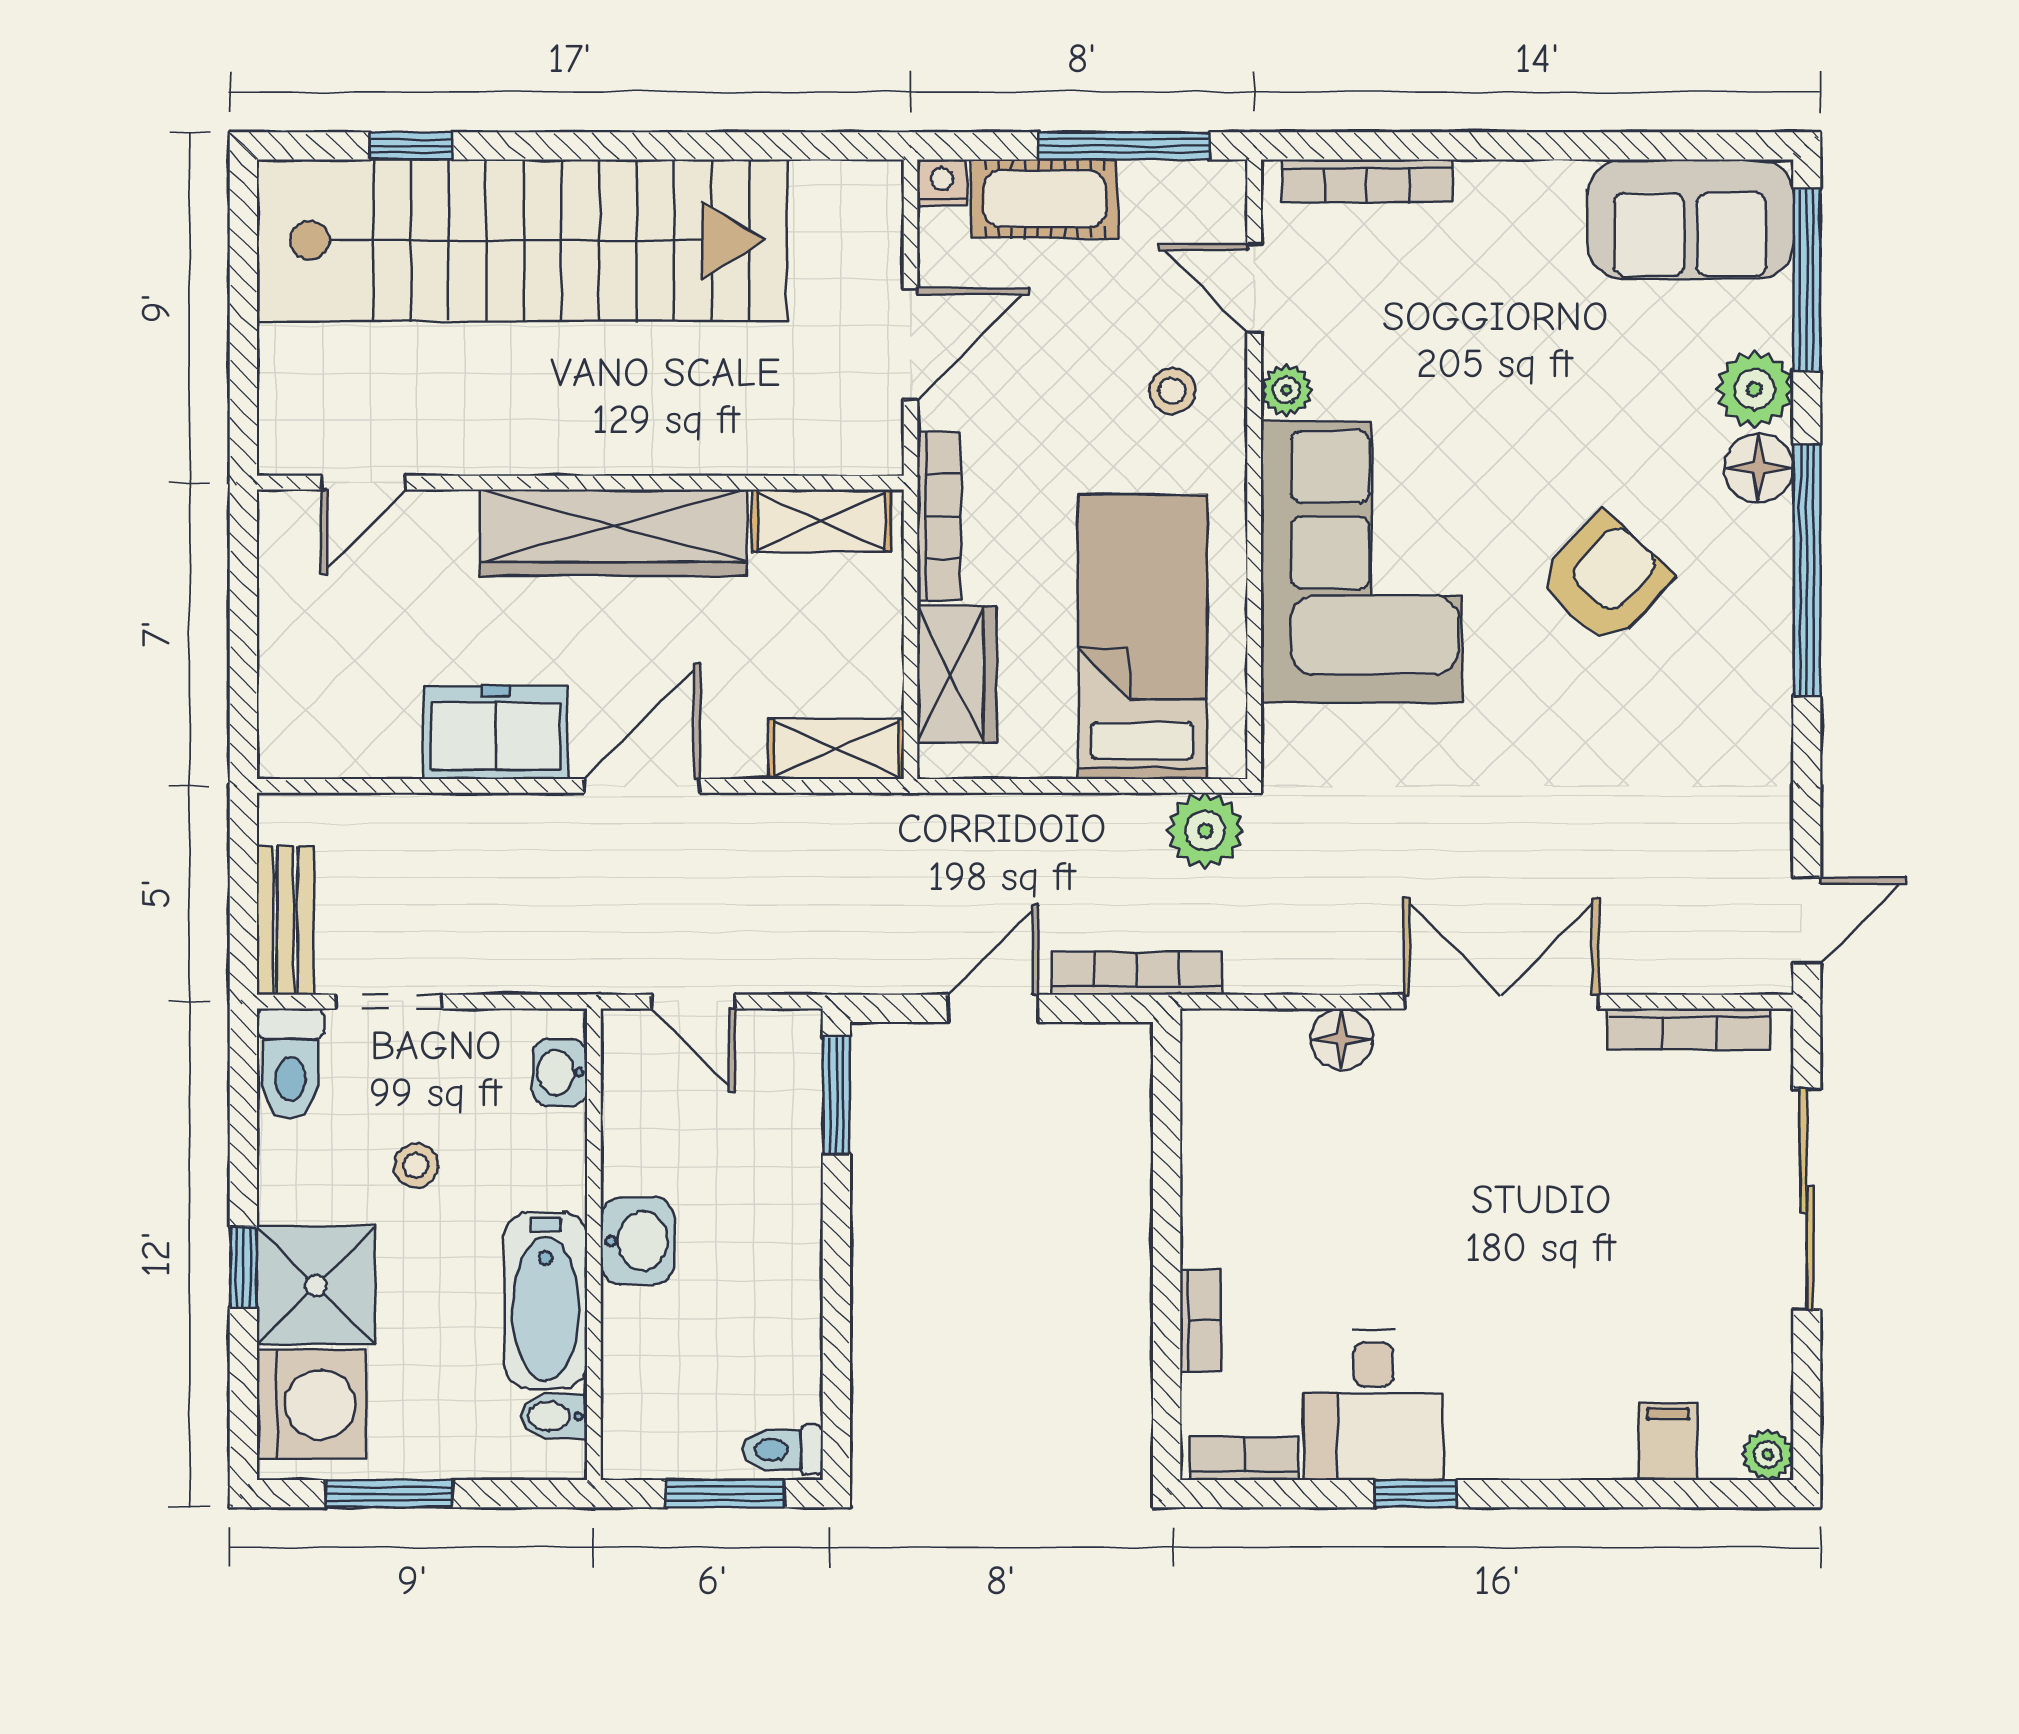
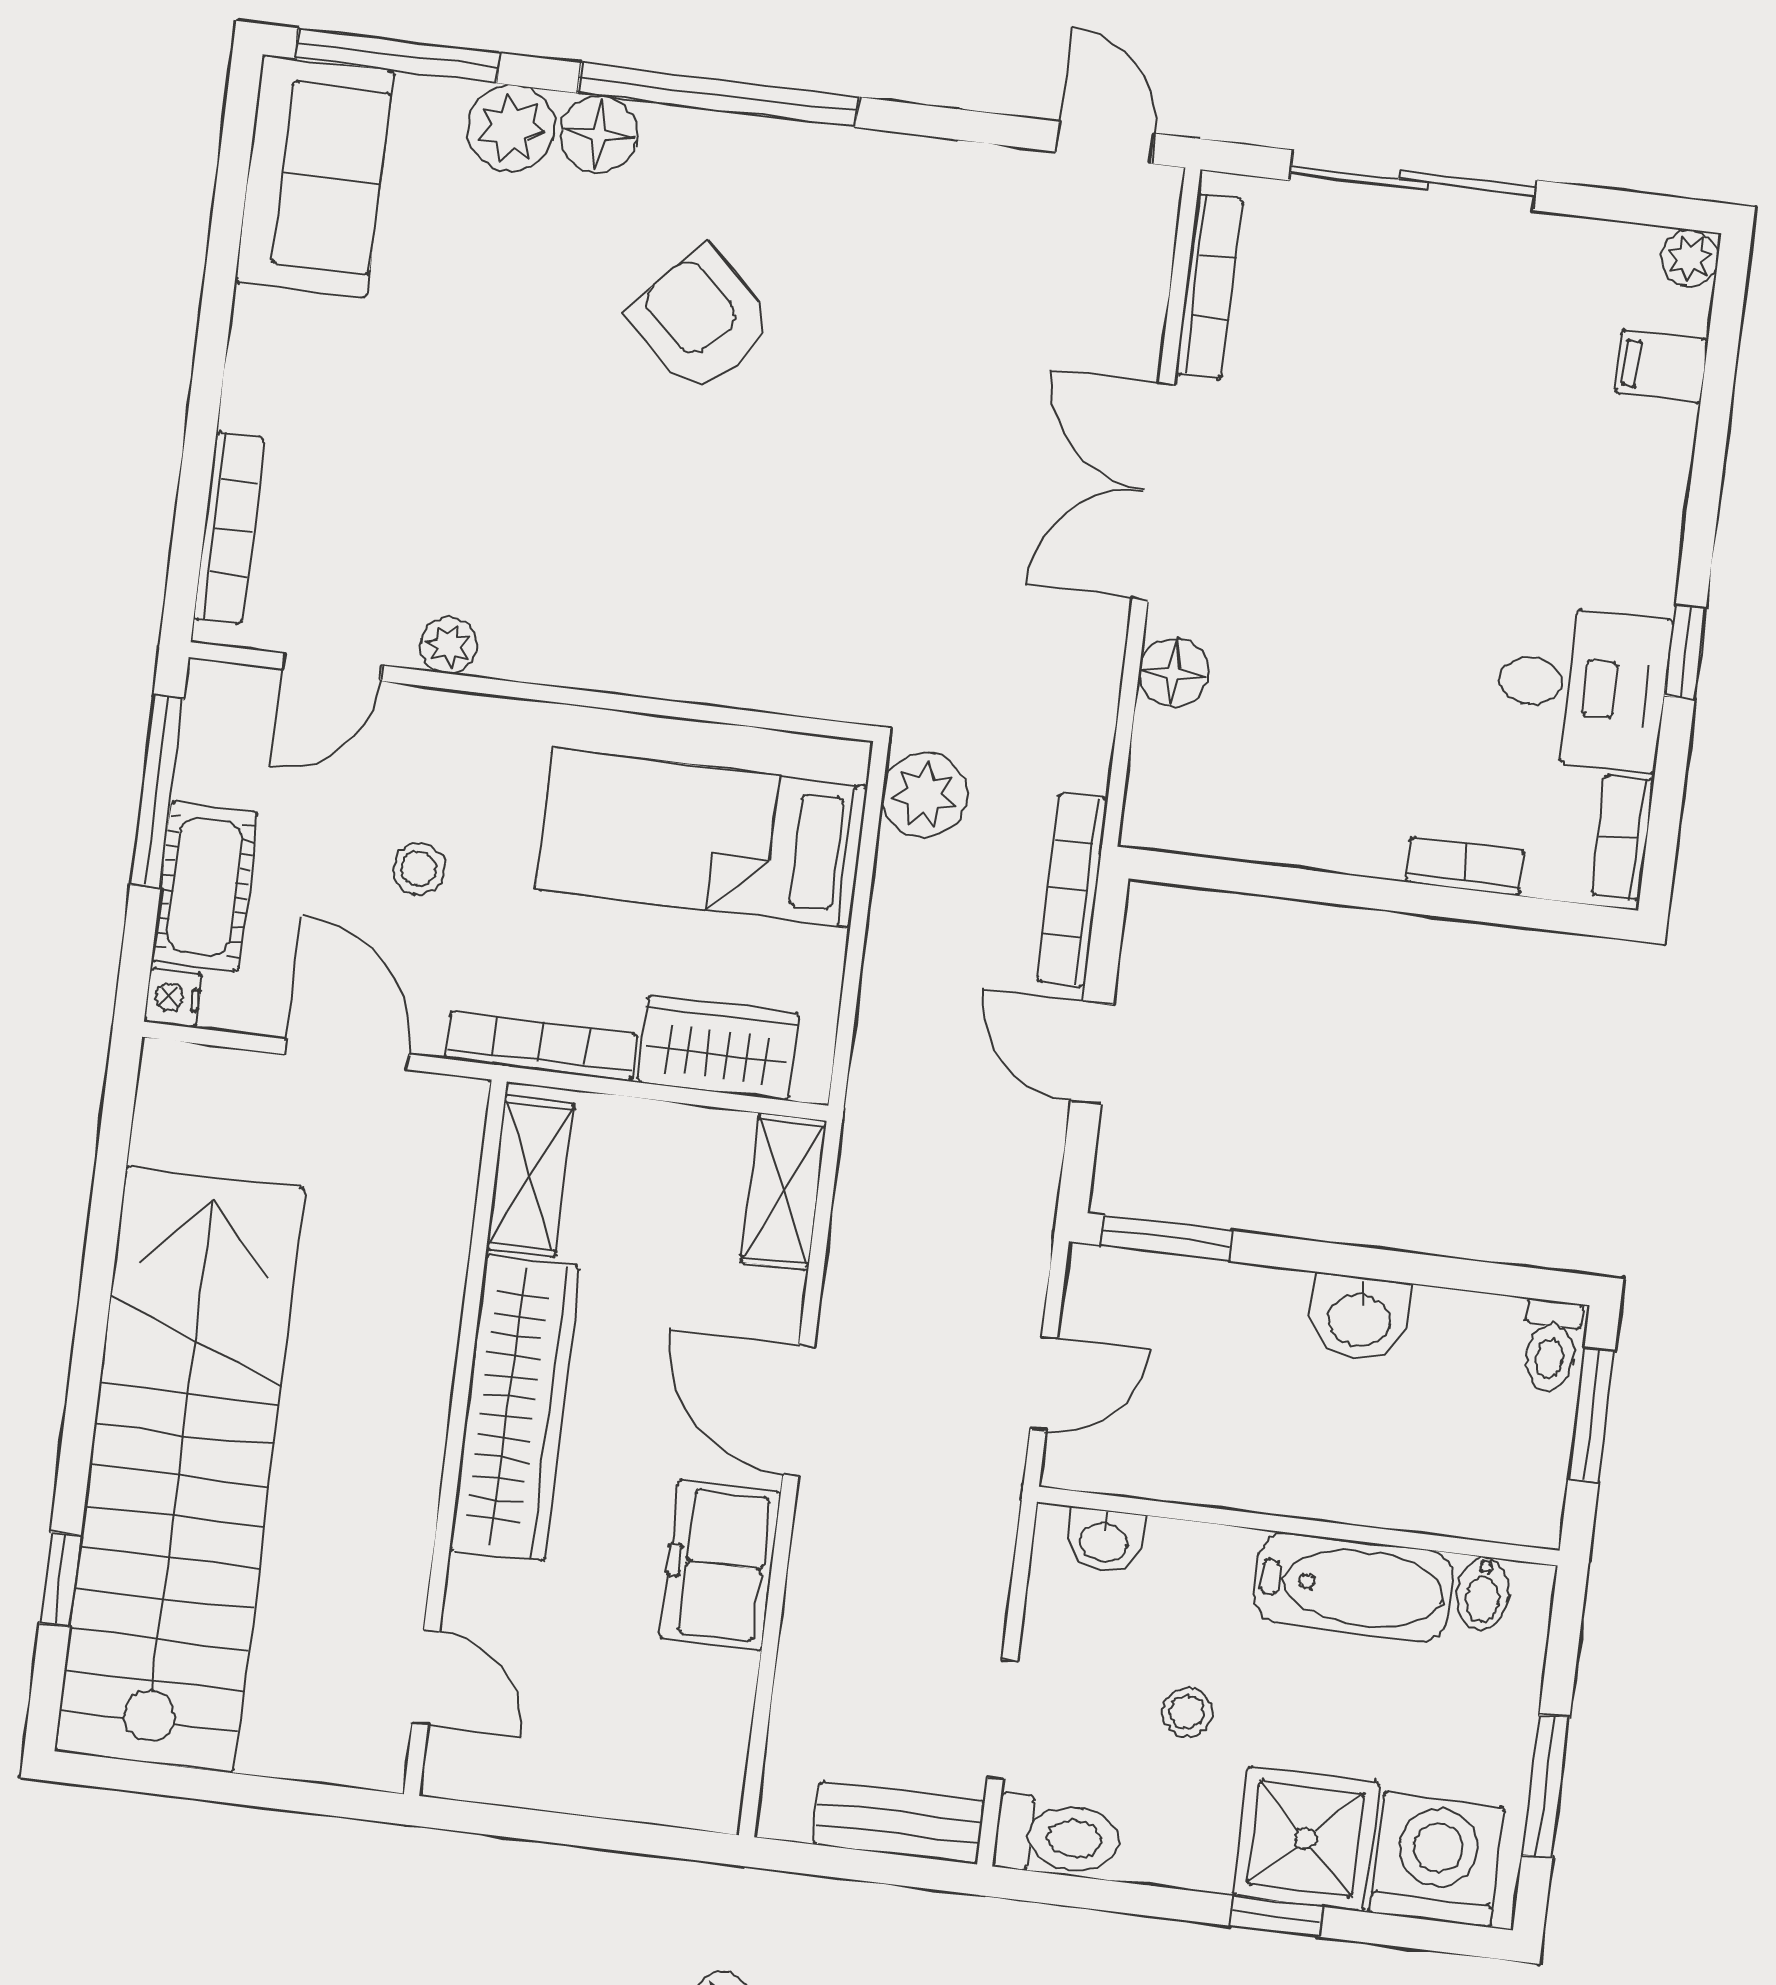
stool: (1172, 391) -> (419, 869), moved
corner sofa: (1361, 562) -> (649, 586), removed
washbasin: (637, 1241) -> (1359, 1318), moved, turned 180

